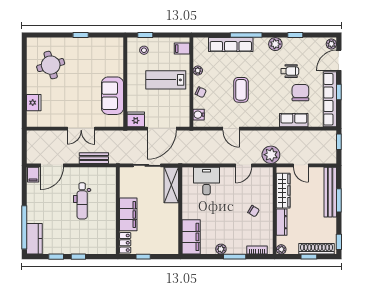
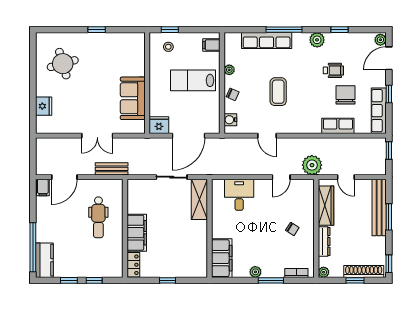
row of seats: (330, 99) -> (379, 111), width x0.73
wall: (118, 211) -> (125, 228), moved
filing cabinet: (128, 214) -> (137, 233), moved
locker: (125, 243) -> (133, 265), moved

